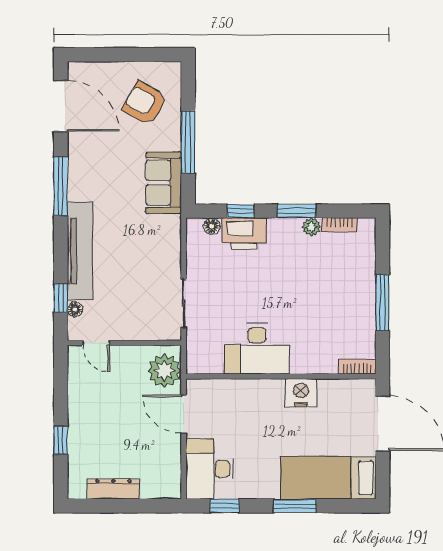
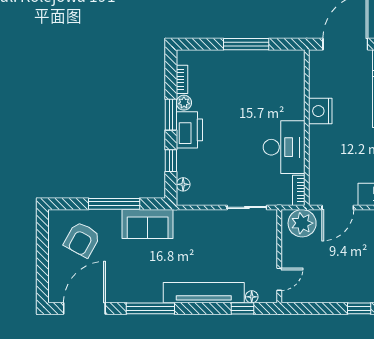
printer: (244, 234) -> (189, 130), moved
bookcase: (357, 367) -> (299, 190), moved

